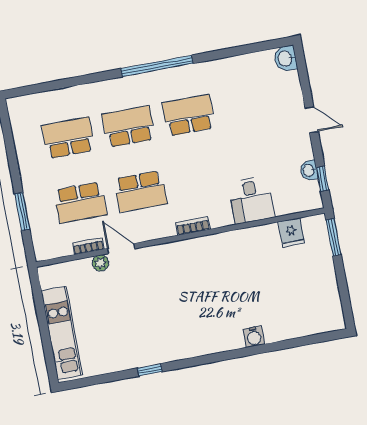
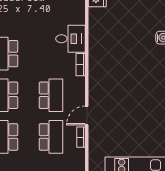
desk: (251, 200) -> (71, 39), moved
plant: (101, 263) -> (94, 131), removed

